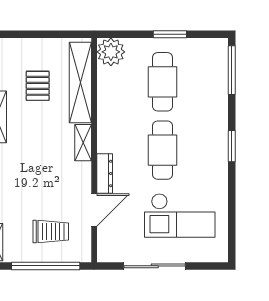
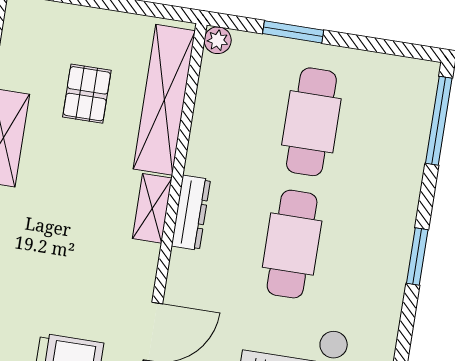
window: (170, 34) -> (293, 32), moved
plant: (111, 52) -> (218, 40), width x0.53, depth x0.53
dresser: (105, 174) -> (191, 213), moved

